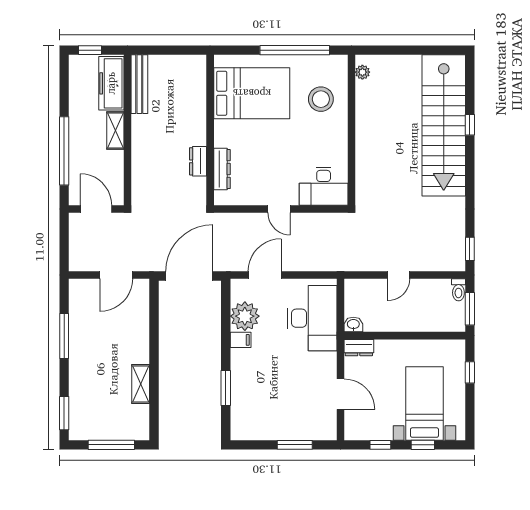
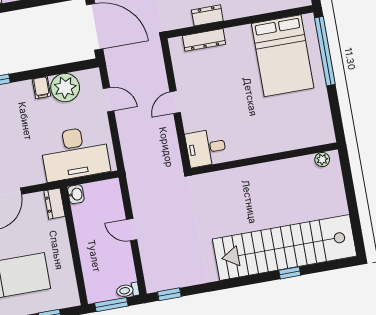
window: (295, 50) -> (325, 51), moved
stool: (321, 99) -> (289, 124), removed
desk: (324, 186) -> (206, 148), width x0.73
door: (265, 275) -> (109, 100), width x0.73

